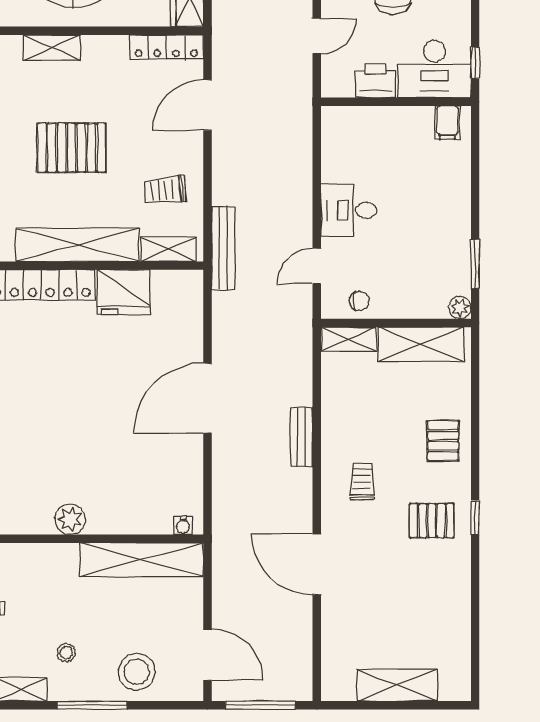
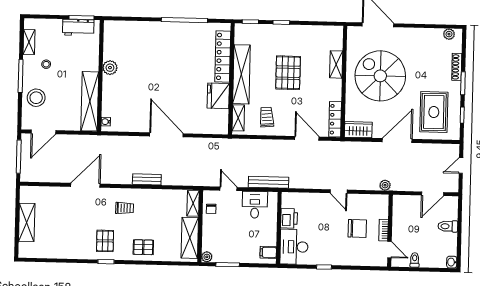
desk: (434, 69) -> (294, 247), moved
printer: (375, 81) -> (289, 218), moved
wall: (396, 102) -> (279, 228), moved
filing cabinet: (447, 123) -> (268, 252), moved
bench: (223, 248) -> (269, 182), moved

